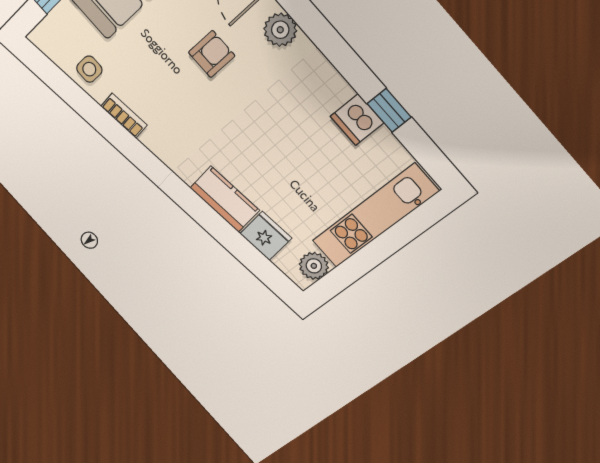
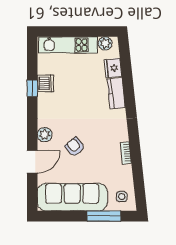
armchair: (212, 54) -> (75, 147), turned 50
side table: (89, 69) -> (122, 197), moved
window: (389, 110) -> (32, 88), moved

